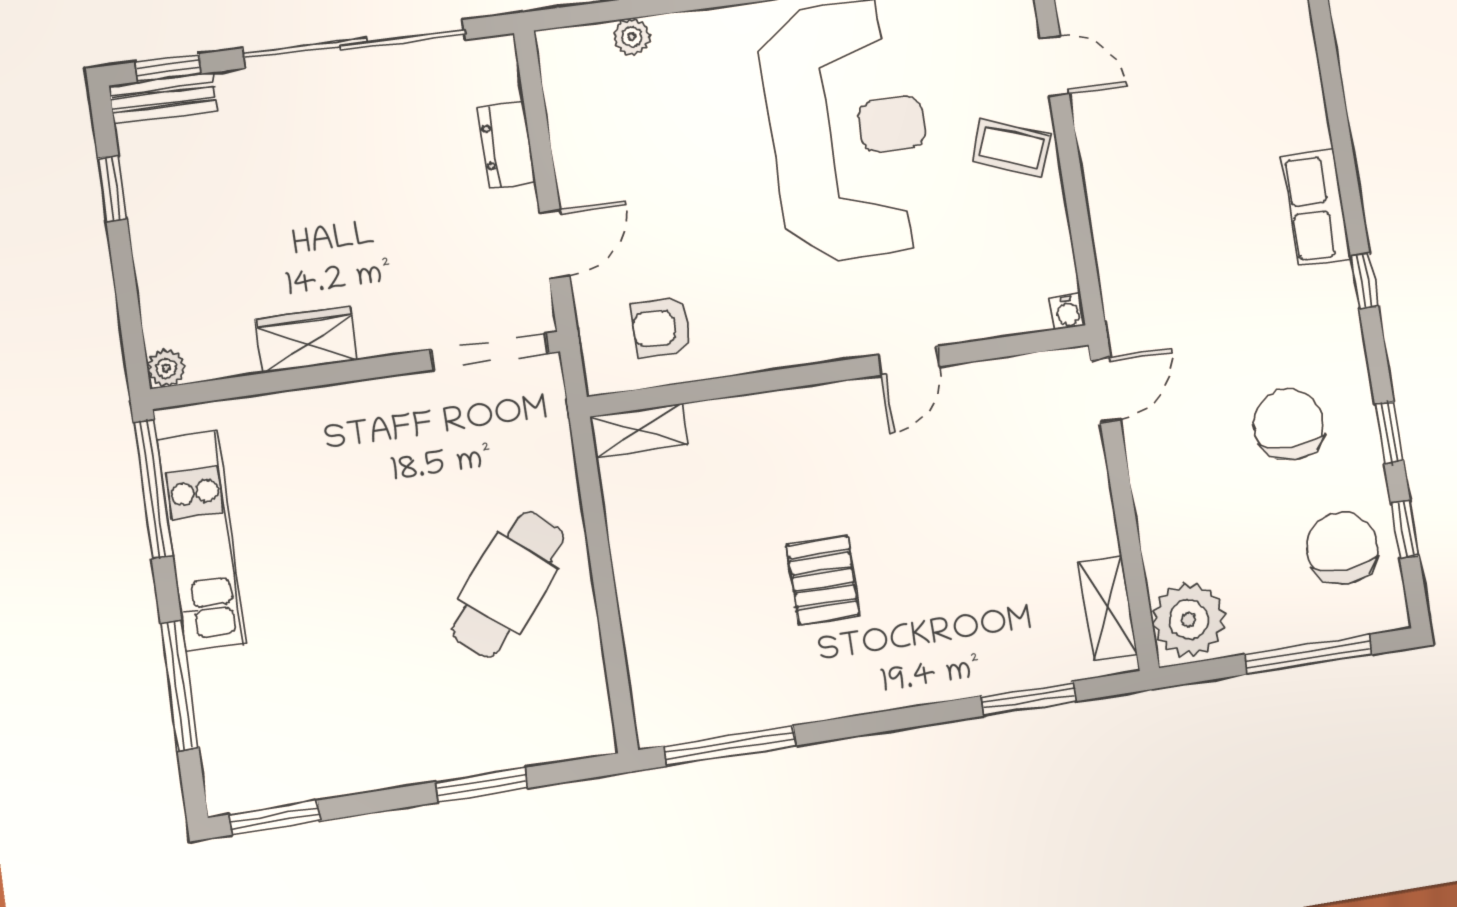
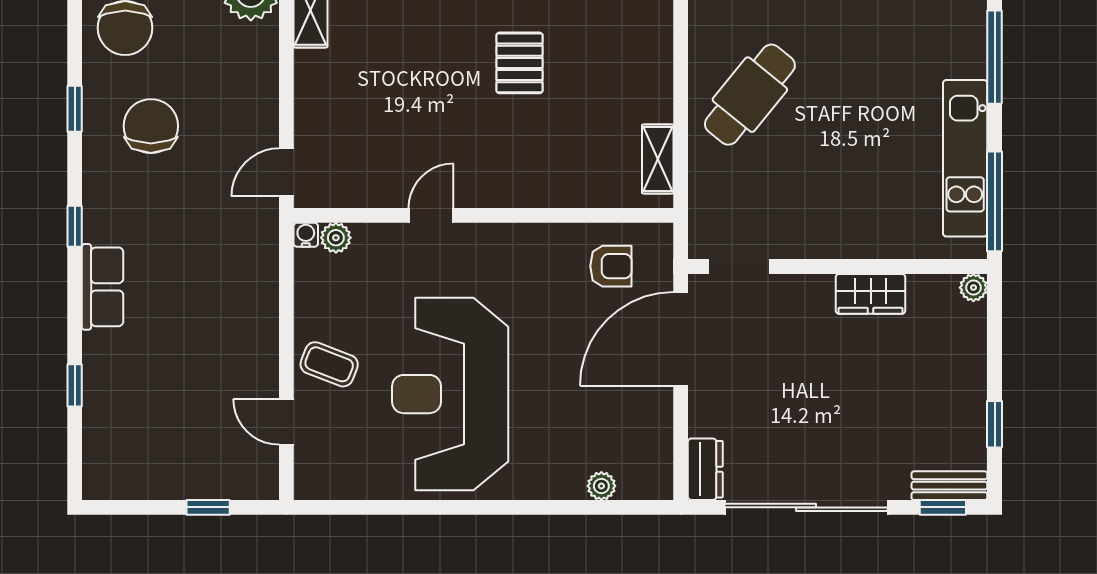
dresser: (507, 145) -> (705, 469), moved
door: (555, 244) -> (681, 339), width x1.87
plant: (1028, 314) -> (336, 238), added
doorway: (489, 351) -> (739, 266), width x0.73
chair: (1289, 425) -> (151, 126), turned 180
shelving: (639, 431) -> (658, 159), moved, turned 90
window: (1405, 529) -> (75, 385), moved

